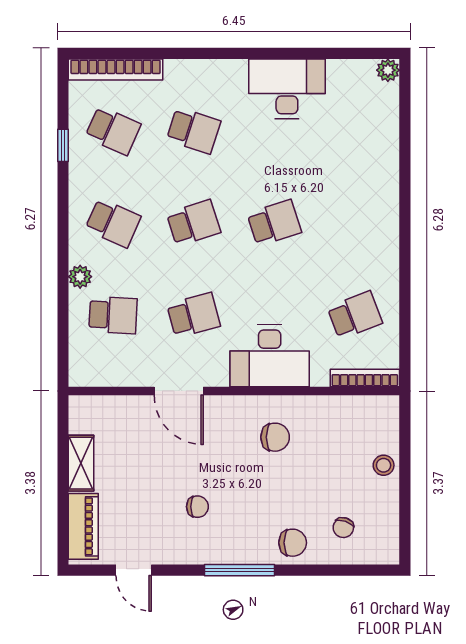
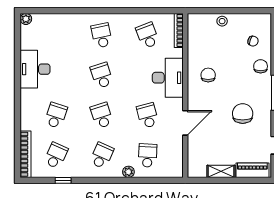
school desk: (355, 223) -> (102, 35), added
chair: (197, 507) -> (243, 114), width x1.87, depth x1.87

